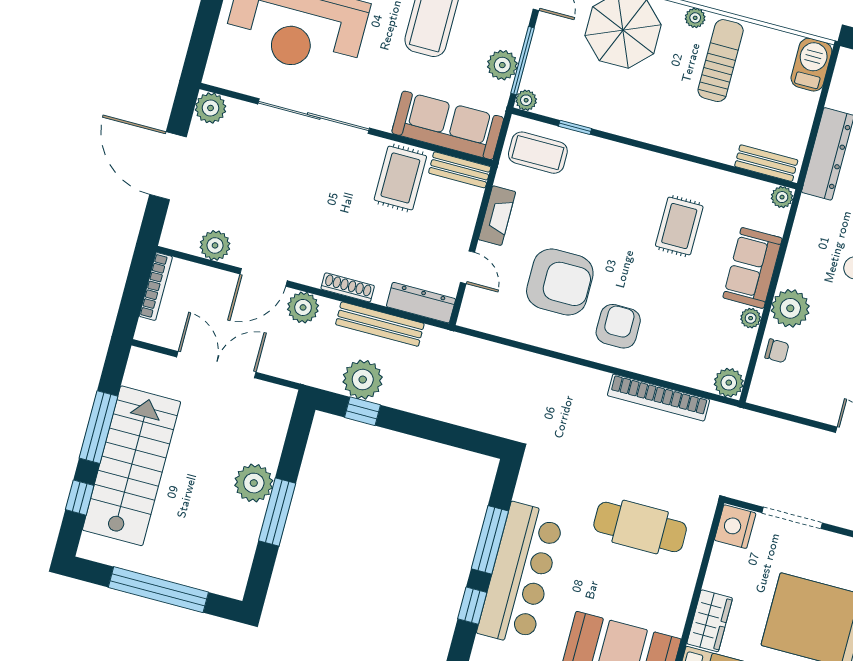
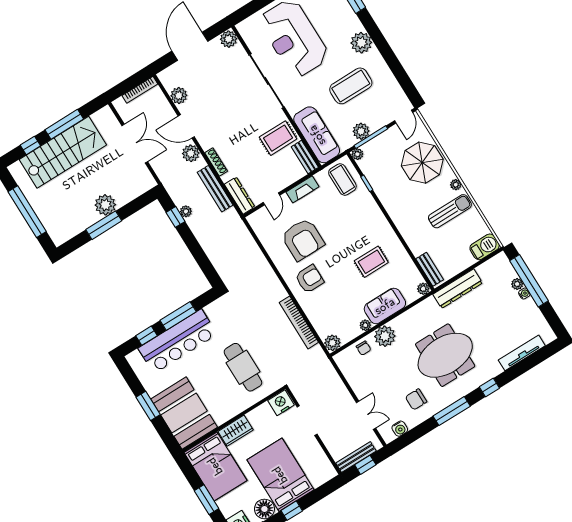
plant: (363, 380) -> (186, 211), width x0.53, depth x0.53

